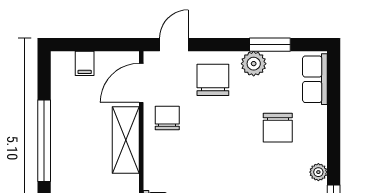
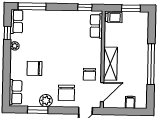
chair: (278, 128) -> (34, 68), turned -90

